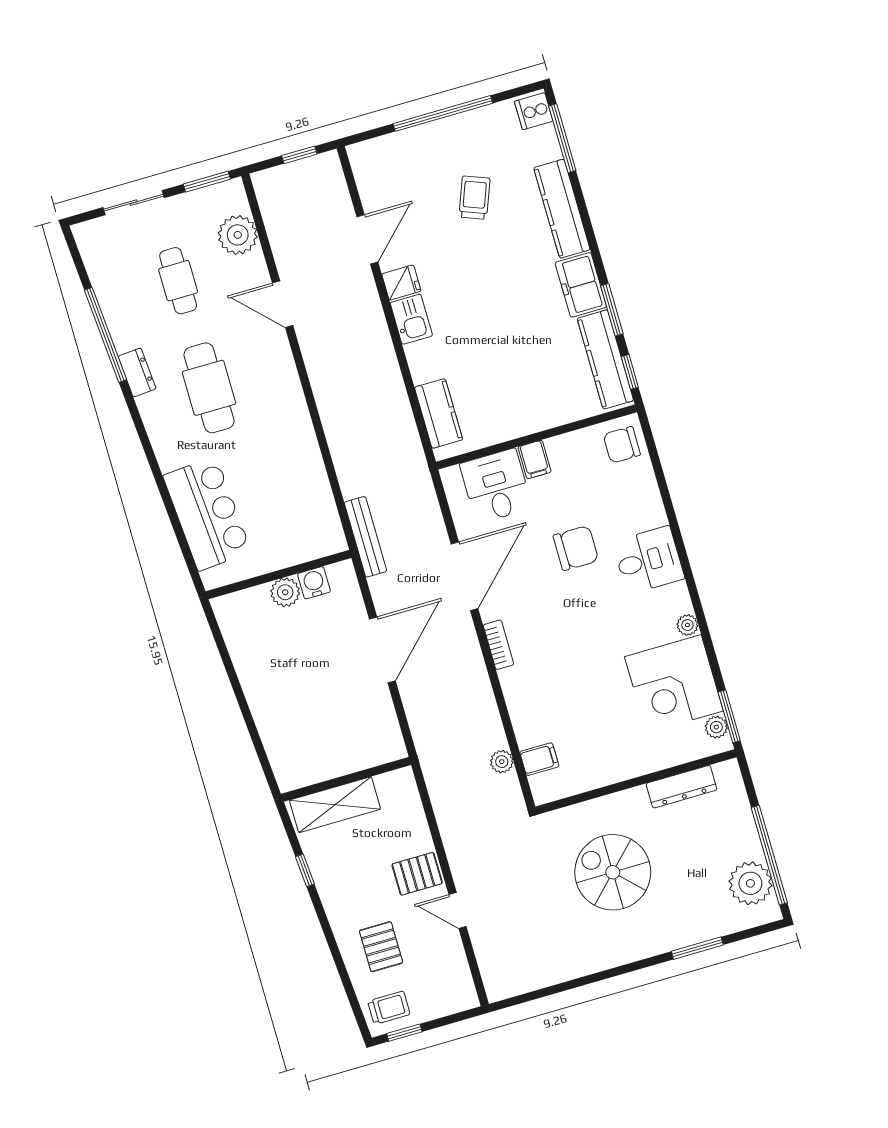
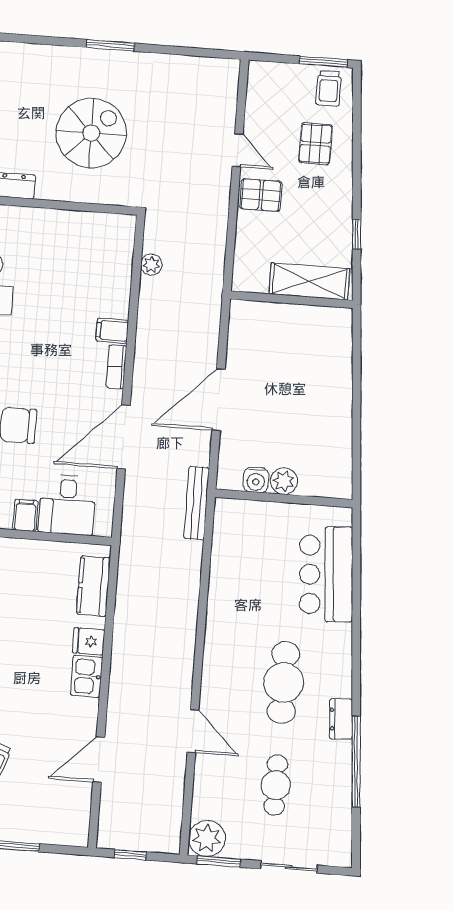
plant: (238, 235) -> (207, 838), moved
fridge: (401, 282) -> (89, 641), moved
filing cabinet: (539, 759) -> (112, 331), moved
spiral stairs: (613, 872) -> (91, 133), turned -90
window: (697, 948) -> (110, 45), moved
trolley: (389, 1008) -> (329, 88), turned -90
window: (404, 1033) -> (323, 62), width x1.50

